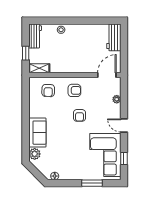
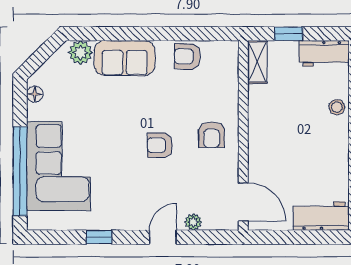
armchair: (48, 91) -> (187, 56), moved
door: (124, 125) -> (163, 237), moved
corner sofa: (105, 155) -> (59, 166), moved, turned 90
window: (124, 159) -> (99, 237), moved
window: (92, 183) -> (20, 171), width x2.11

